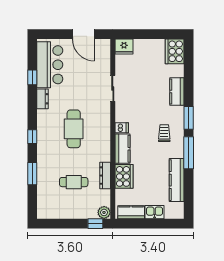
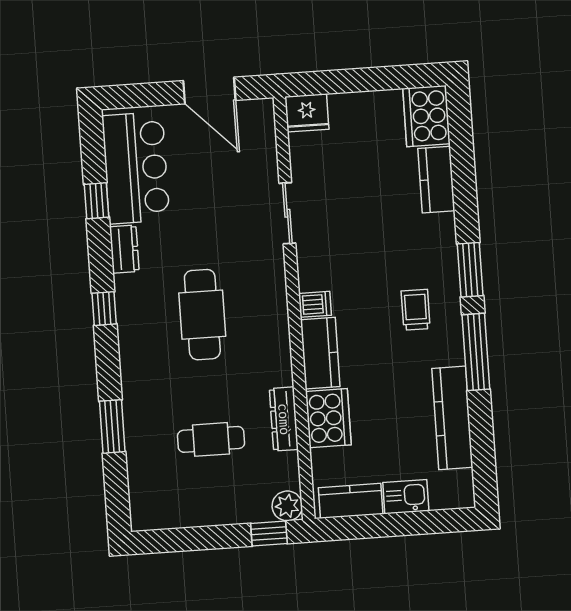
kitchen counter: (177, 91) -> (436, 180), moved
window: (32, 137) -> (104, 309), moved

